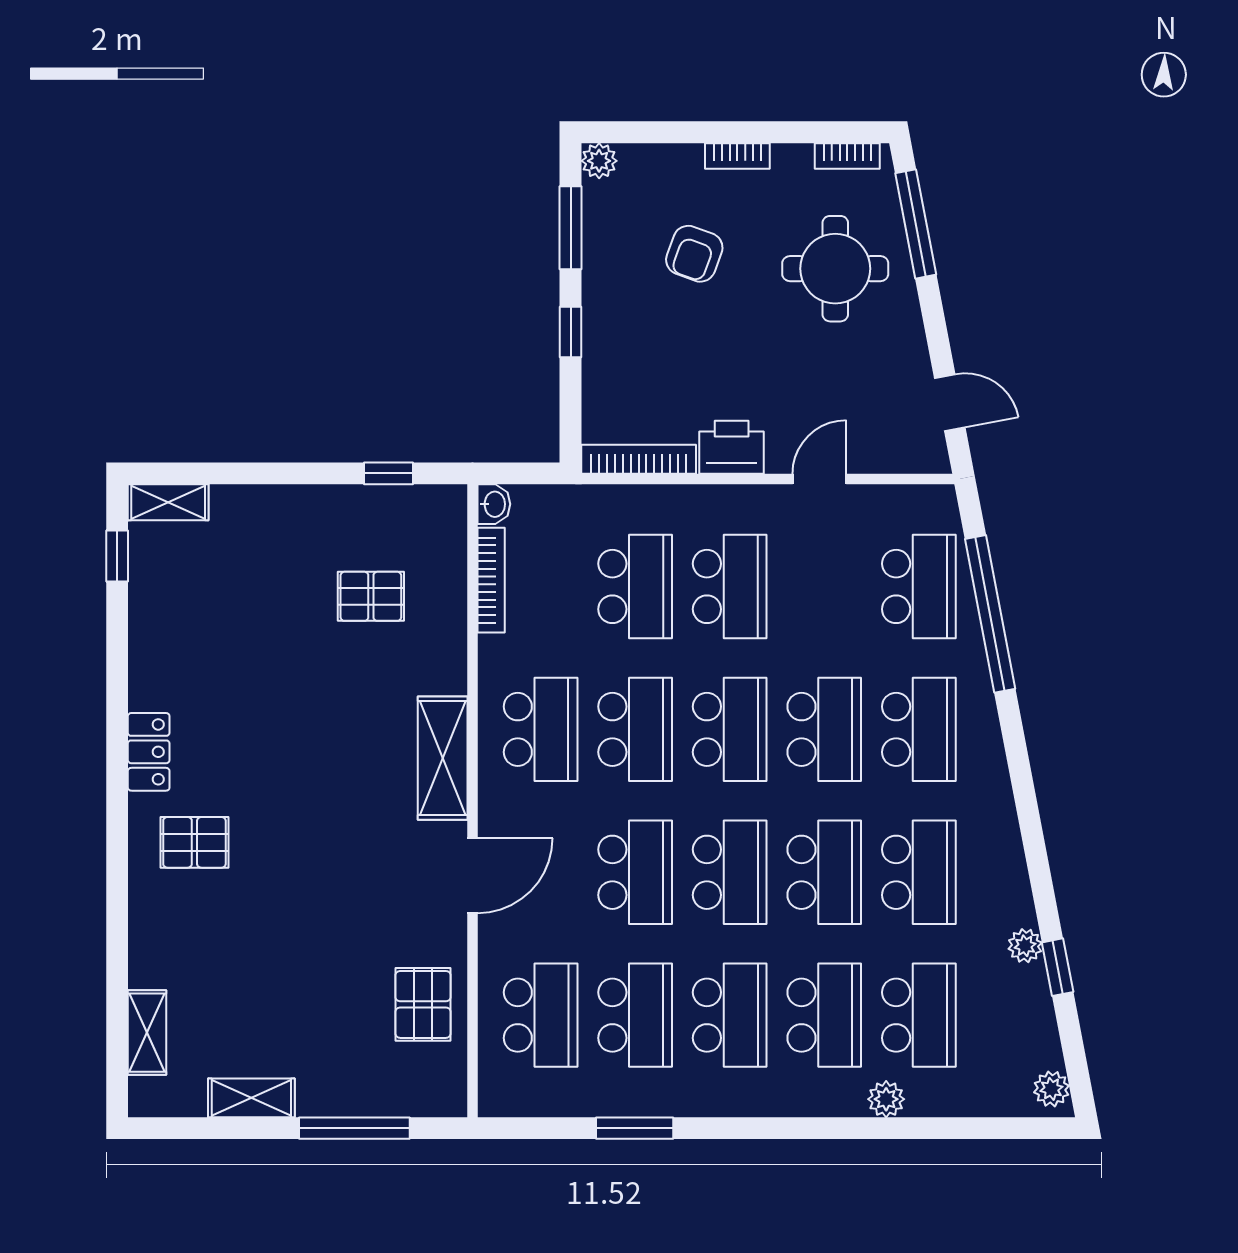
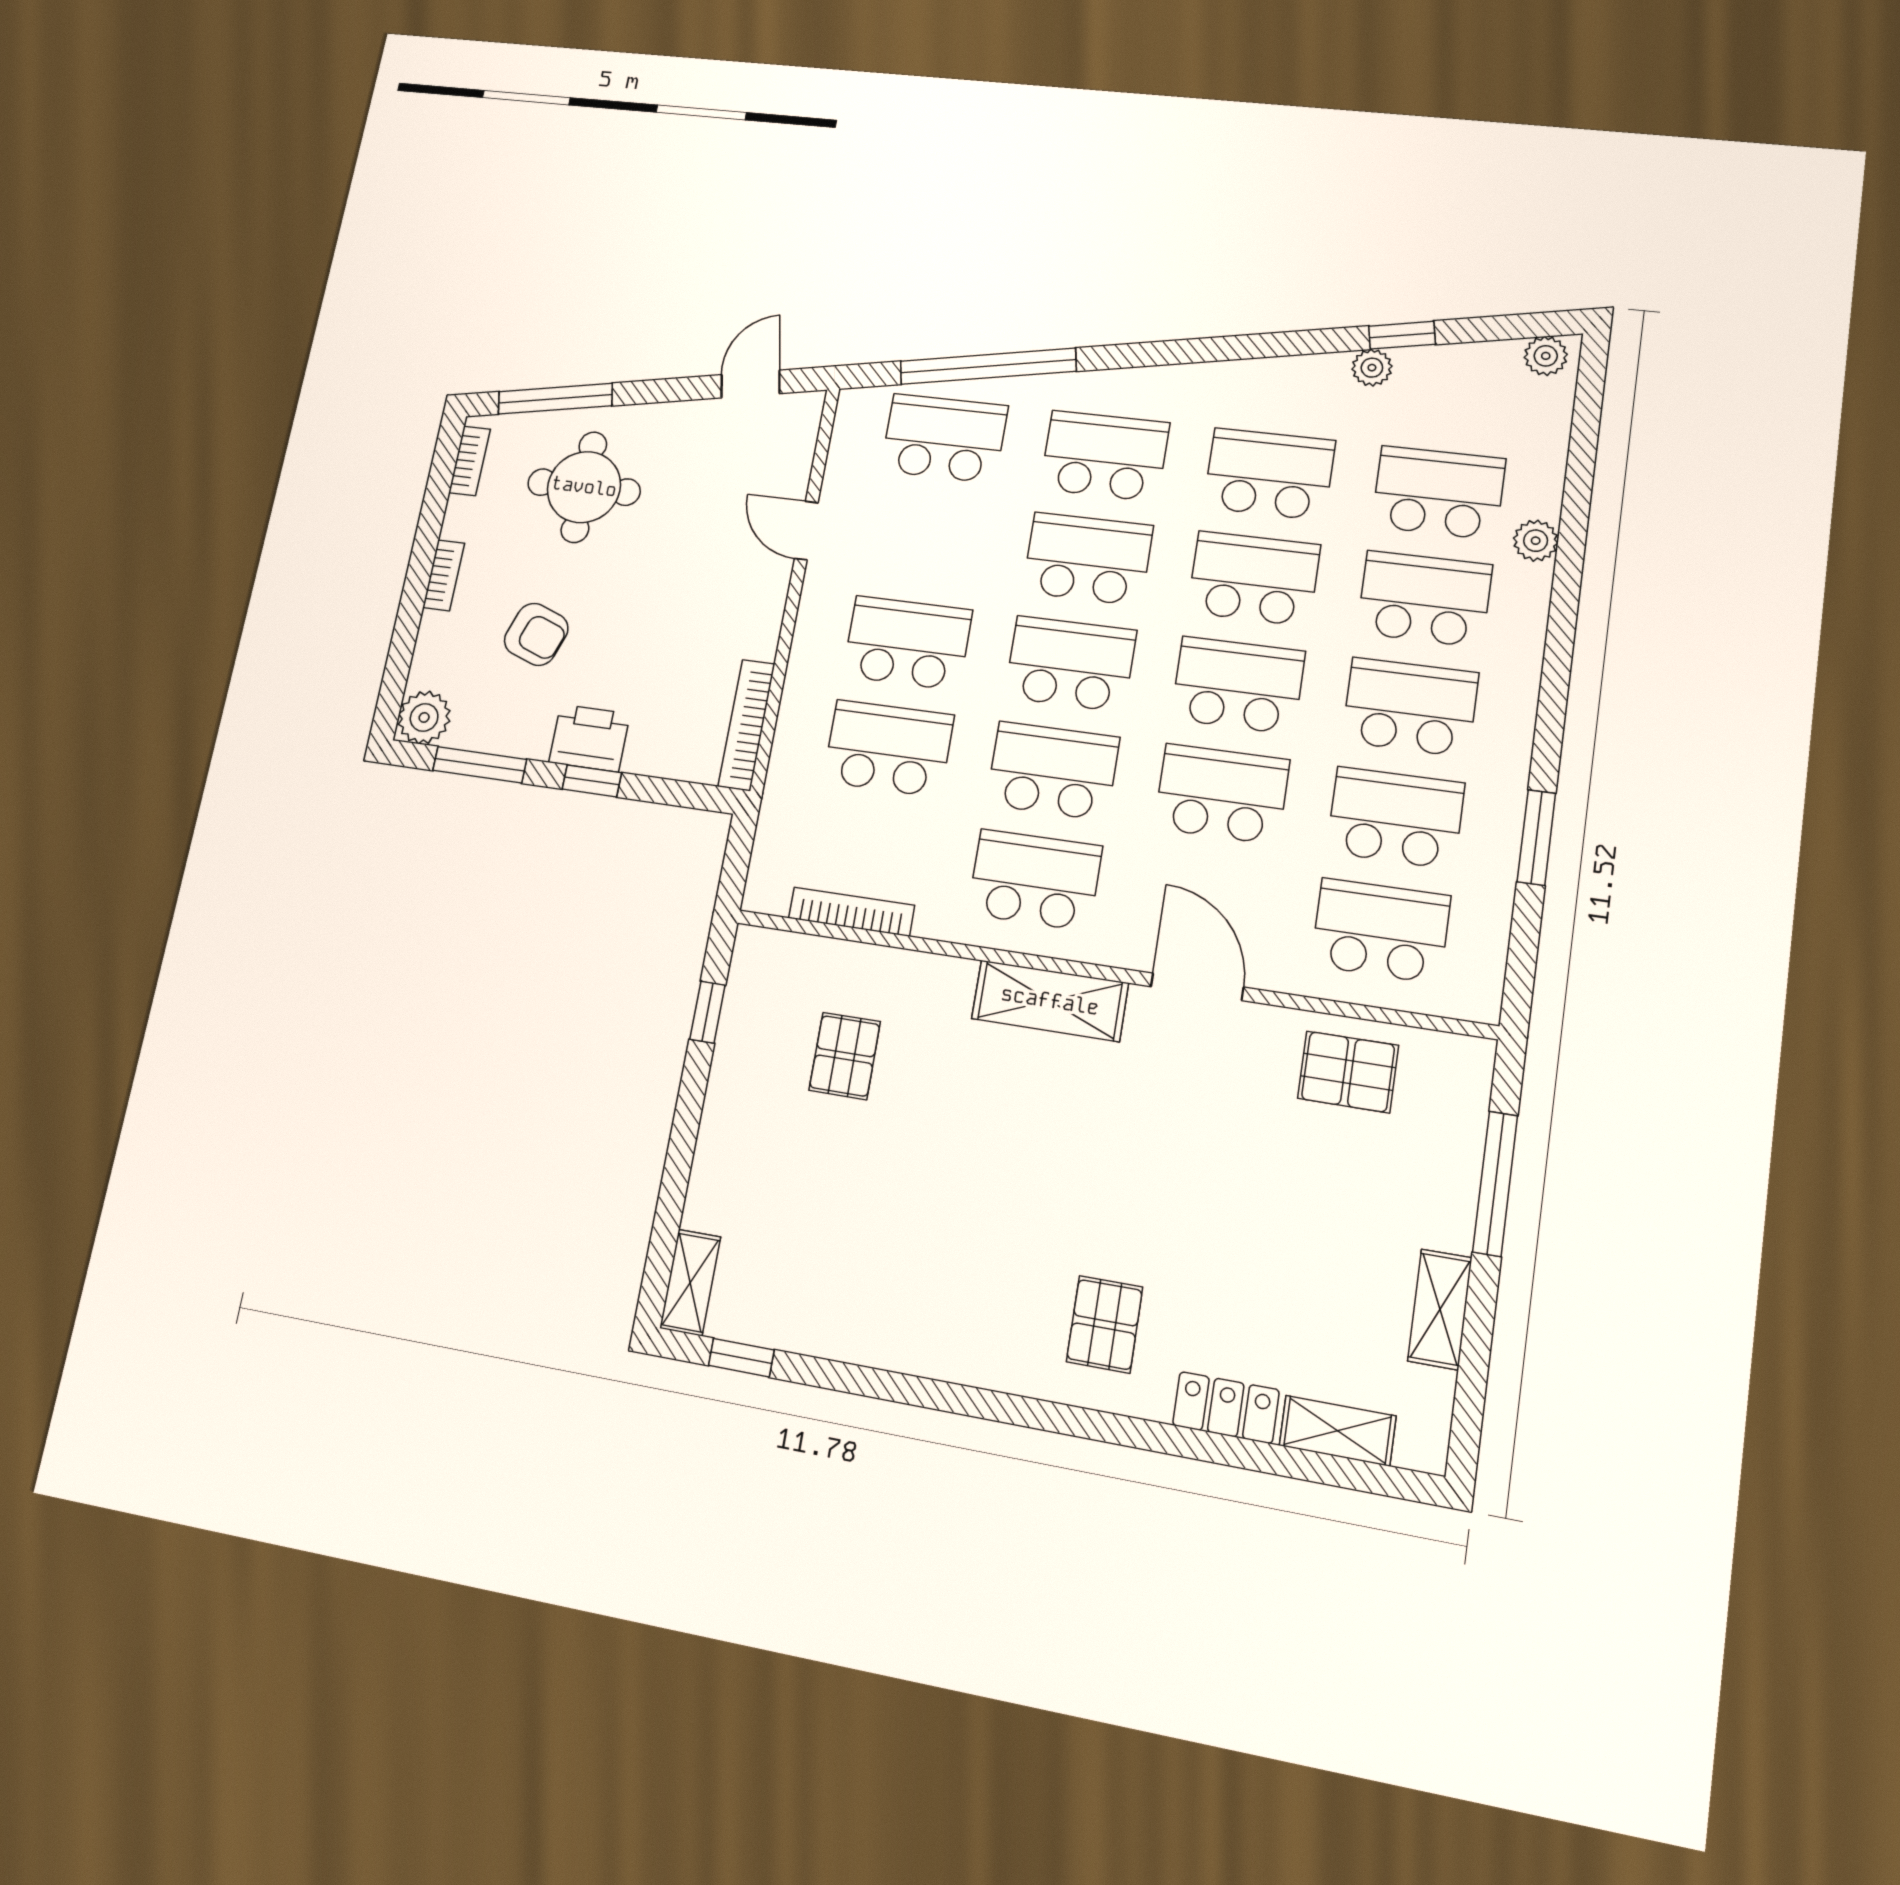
plant: (599, 161) -> (424, 717), width x1.38, depth x1.38
printer: (732, 447) -> (589, 738), moved, turned 90
washbasin: (494, 504) -> (766, 895), removed
locker: (149, 752) -> (1226, 1408), moved

